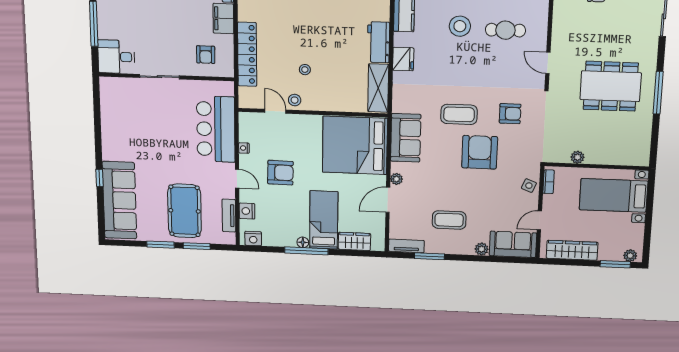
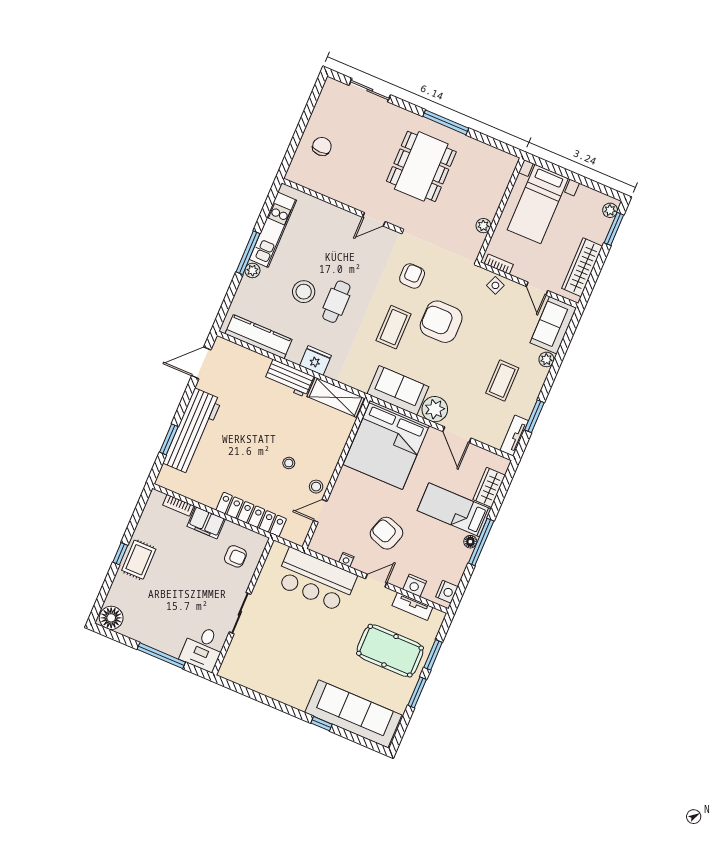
cafe table: (505, 30) -> (336, 302), moved
armchair: (280, 173) -> (387, 533), turned -72
plant: (396, 179) -> (435, 409), width x1.88, depth x1.88

